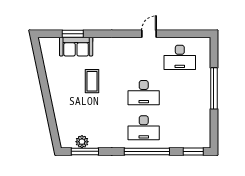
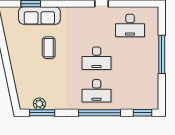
sofa: (76, 47) -> (39, 16), width x1.36

